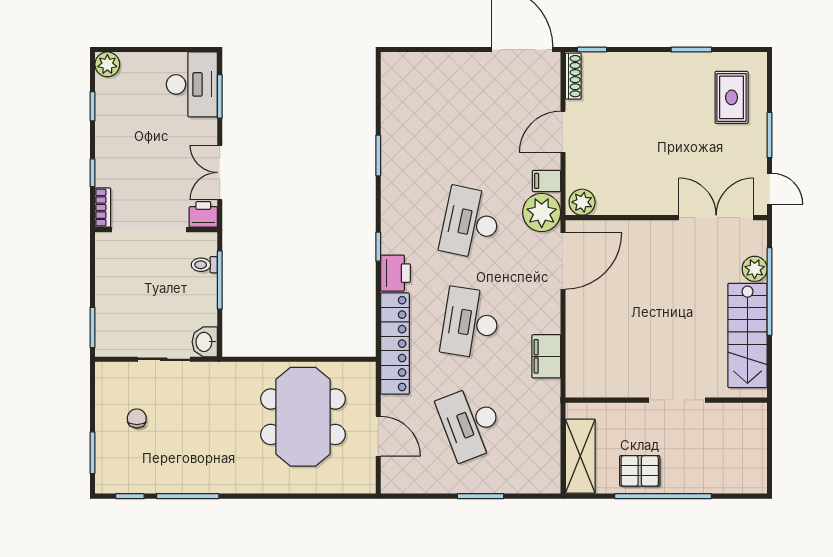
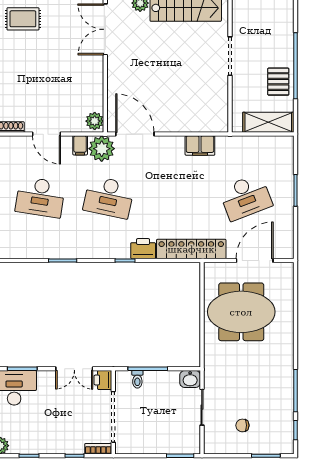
desk: (471, 323) -> (40, 197), moved
door: (378, 436) -> (255, 260), width x1.36

